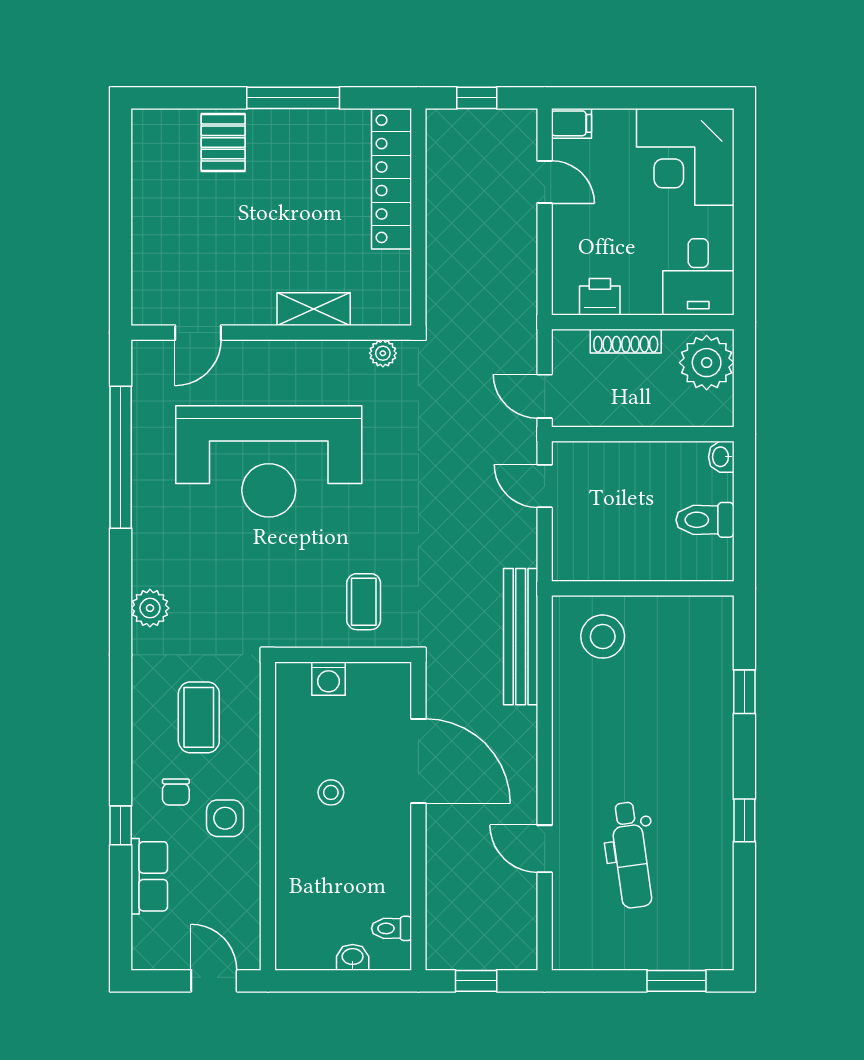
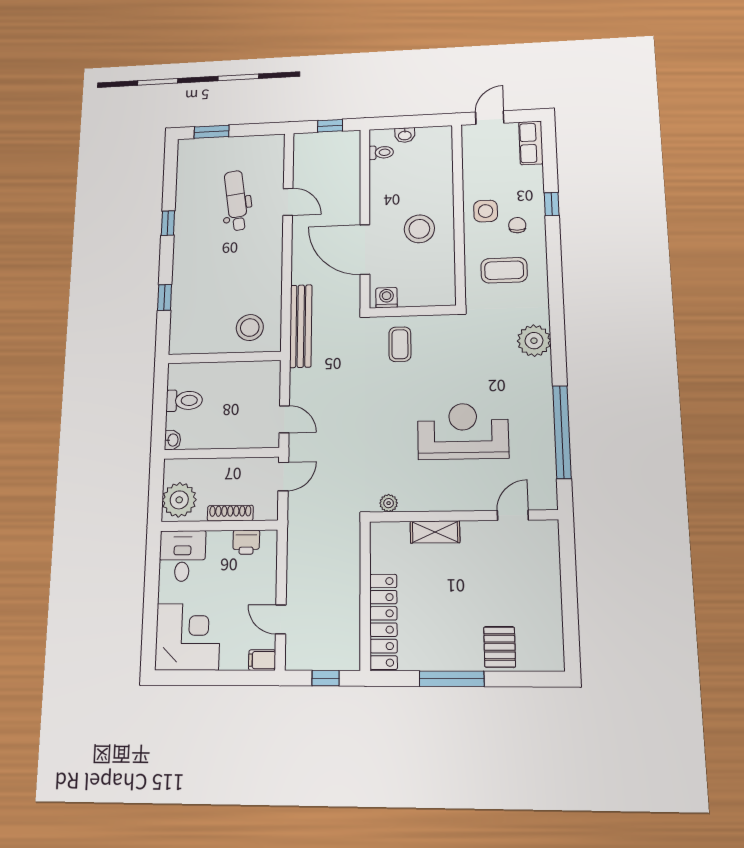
door: (545, 396) -> (283, 477), hinge flipped
reception desk: (269, 461) -> (463, 431), width x0.74, depth x0.77
plant: (150, 608) -> (534, 341), width x1.36, depth x1.36
washing machine: (328, 679) -> (387, 298), moved
coffee table: (199, 717) -> (504, 270), turned 90
stool: (331, 792) -> (419, 229), width x1.89, depth x1.89
row of seats: (149, 876) -> (531, 143), moved
door: (214, 981) -> (490, 118), swing flipped

